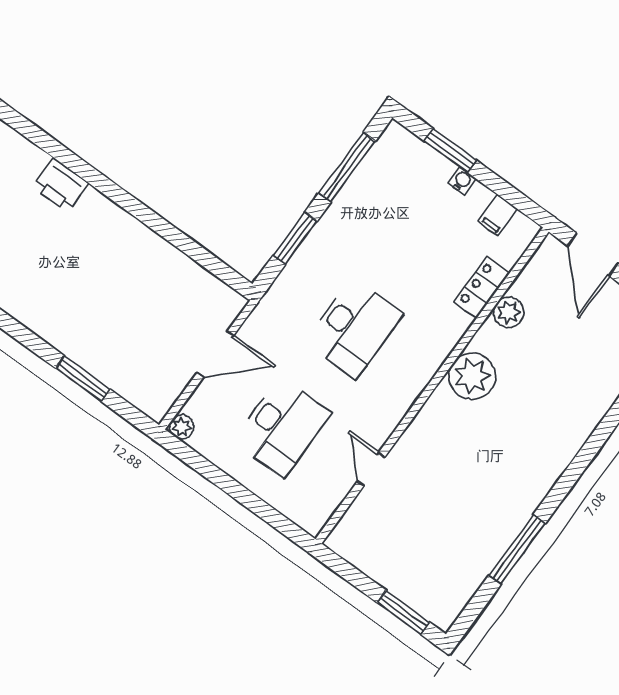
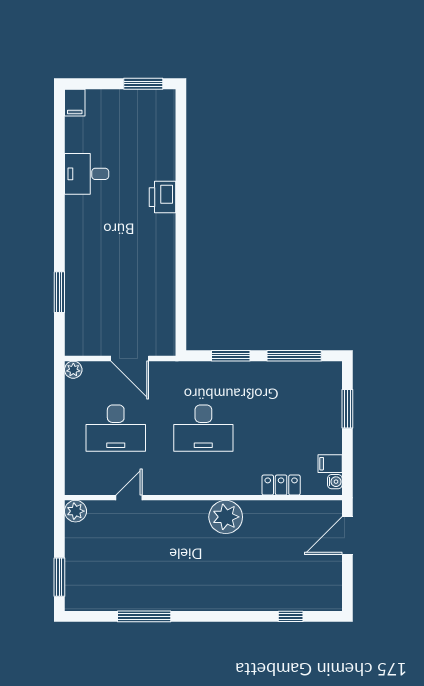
water cooler: (462, 181) -> (335, 482), moved
plant: (509, 312) -> (76, 511), moved

